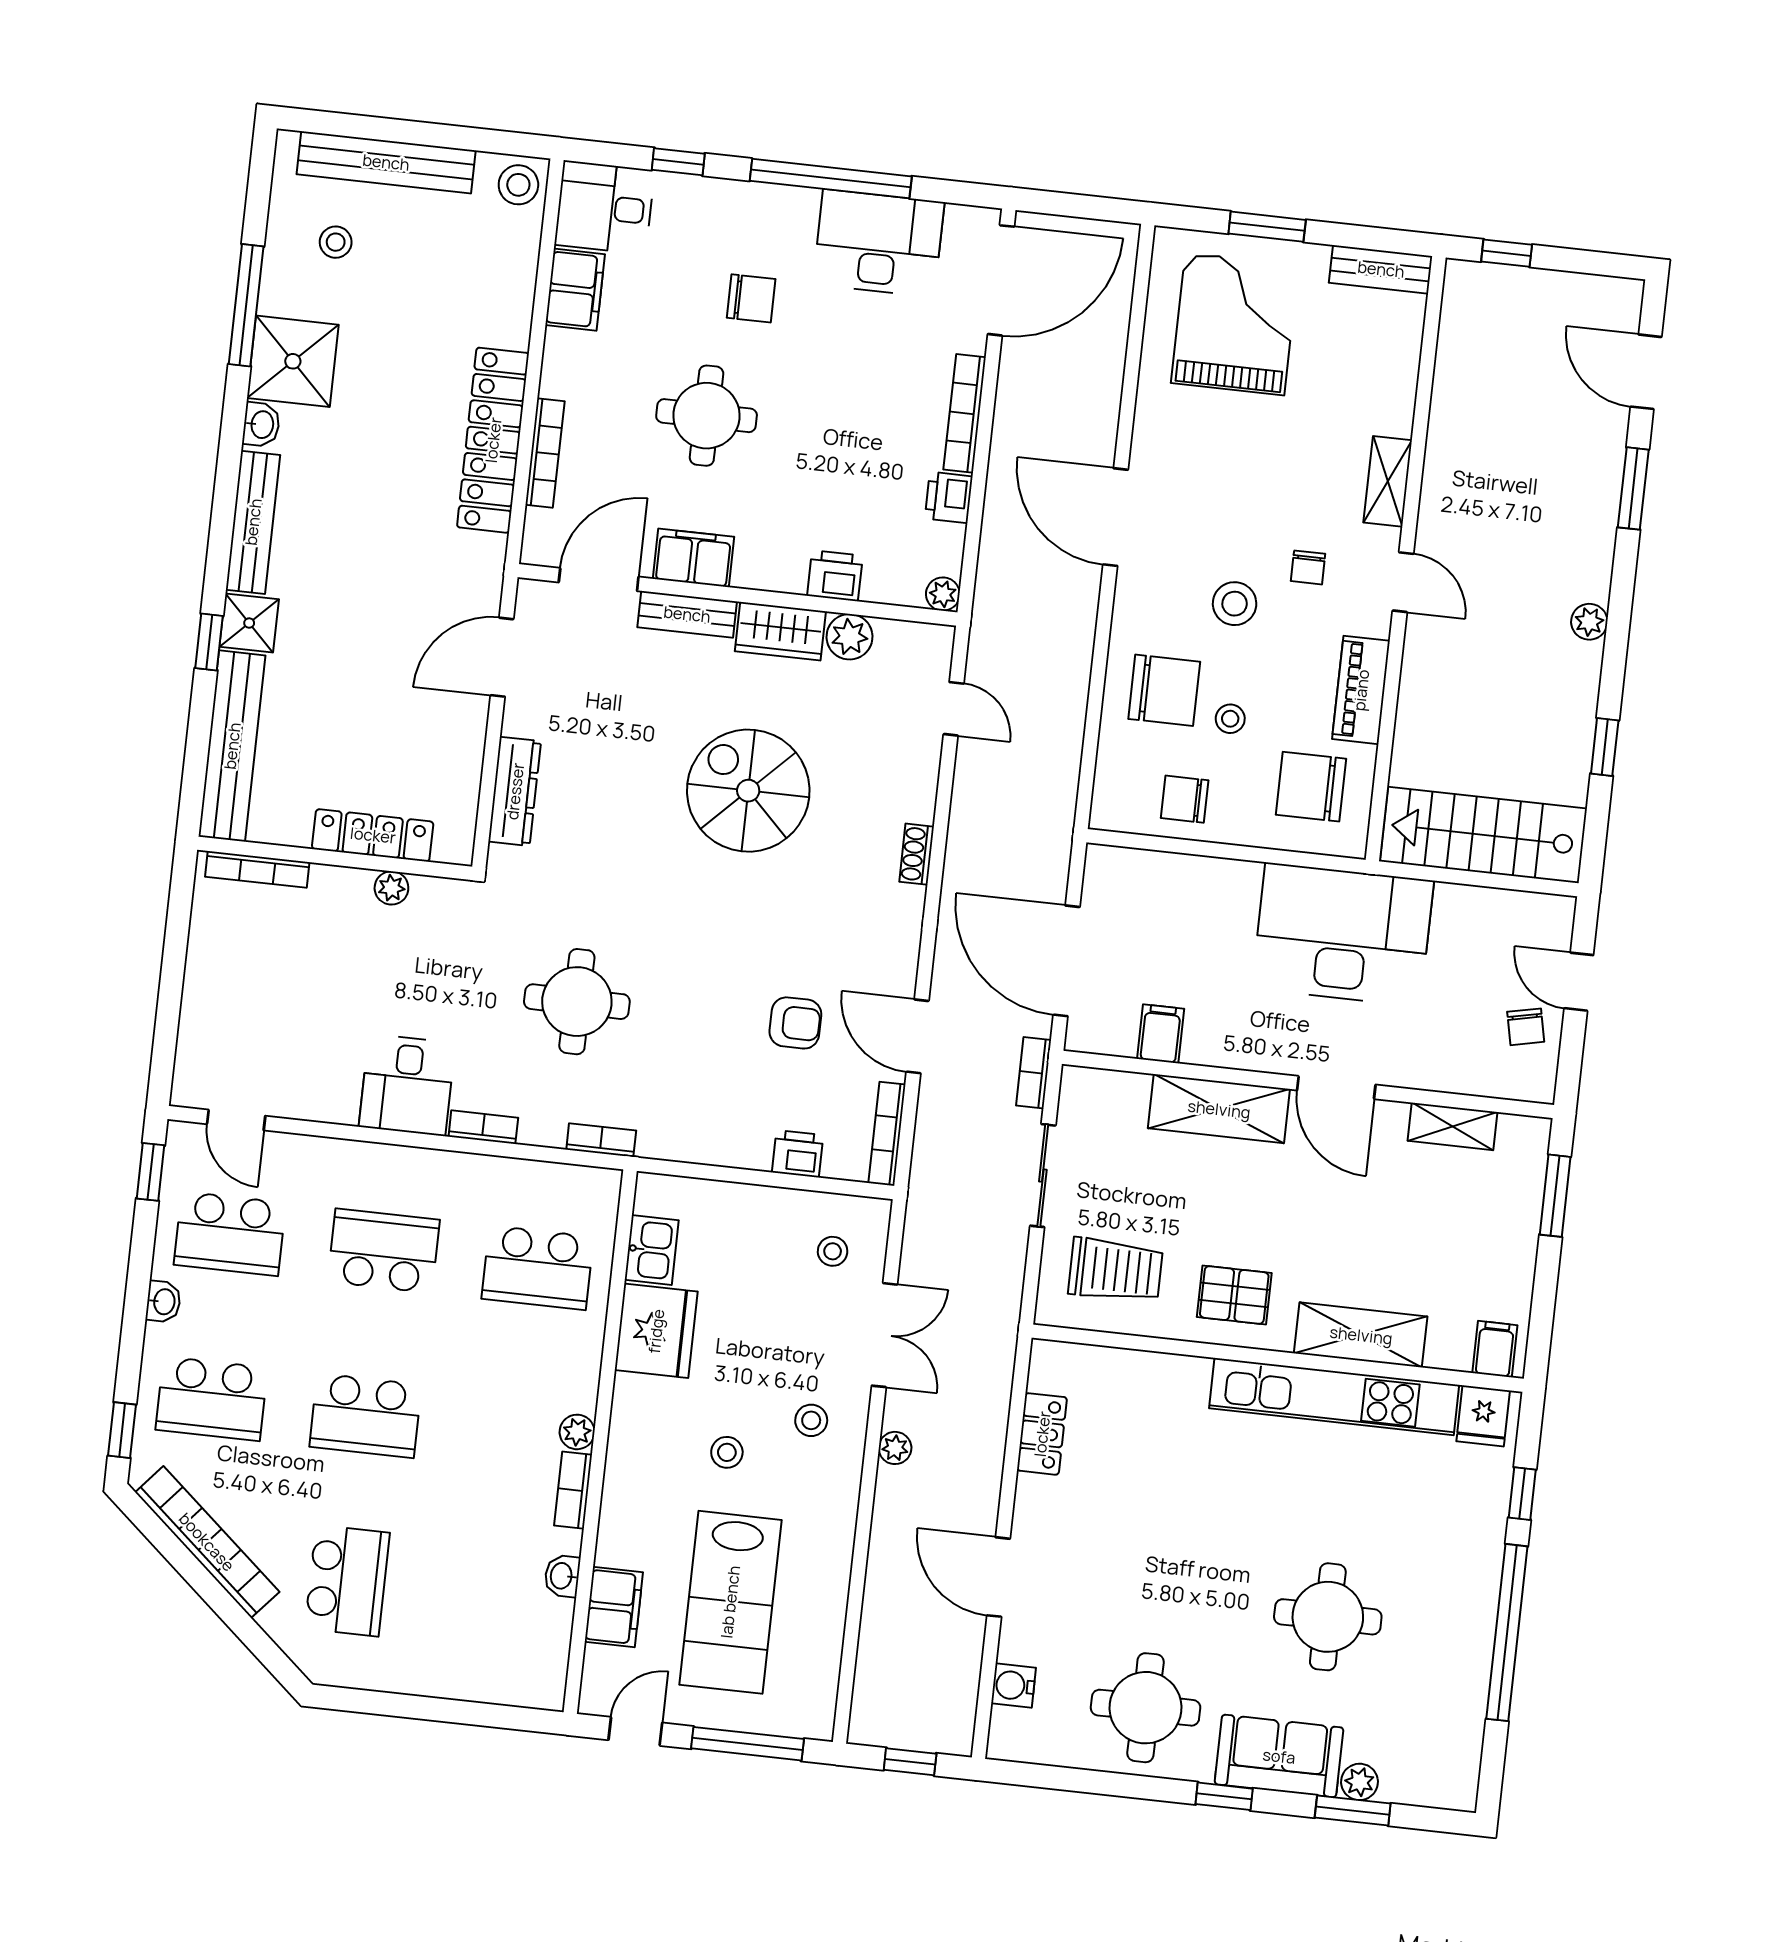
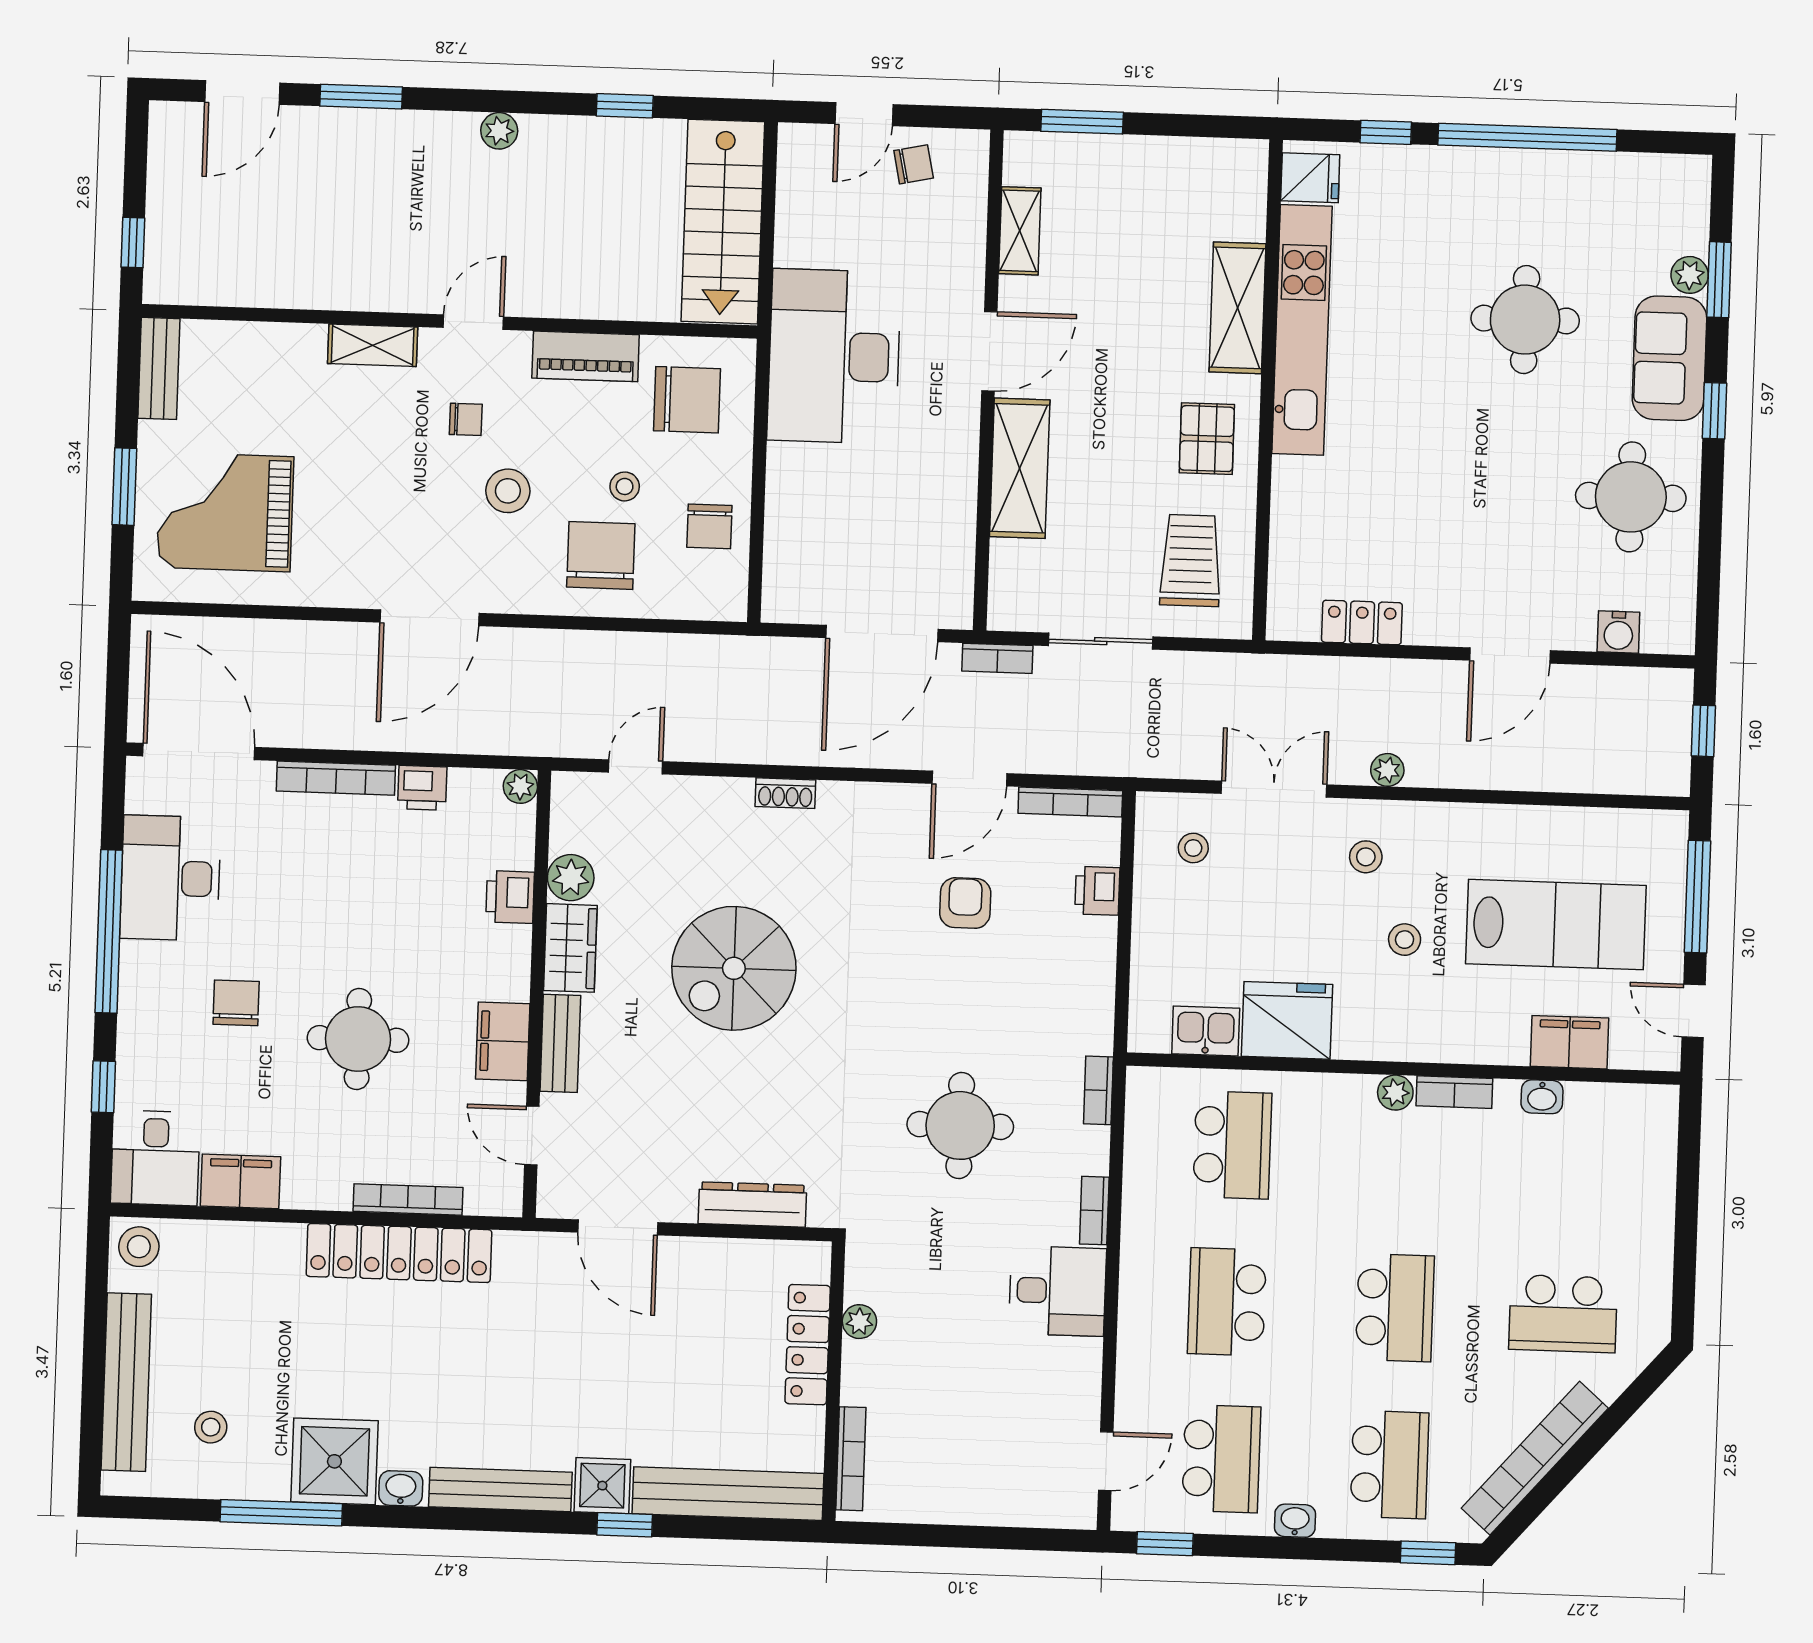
door: (599, 580) -> (532, 1136), width x0.73
chair: (1311, 787) -> (687, 400), turned -90
filing cabinet: (1161, 1034) -> (948, 533), removed
filing cabinet: (1495, 1349) -> (1242, 171), removed
school desk: (347, 1581) -> (1563, 1314), turned 180

